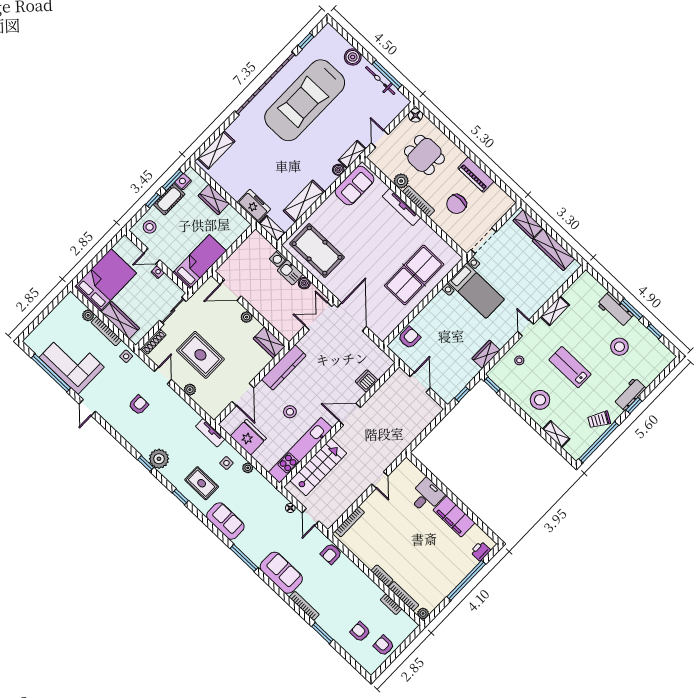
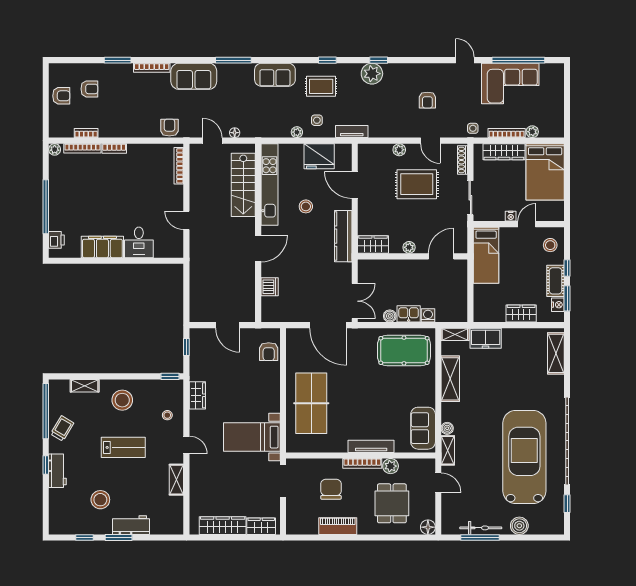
dining table: (424, 155) -> (392, 503), turned 90

